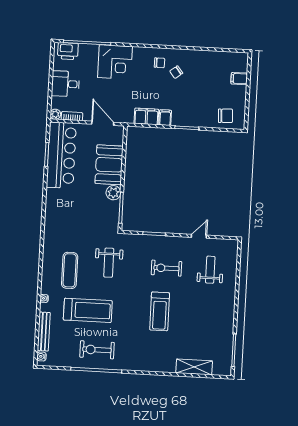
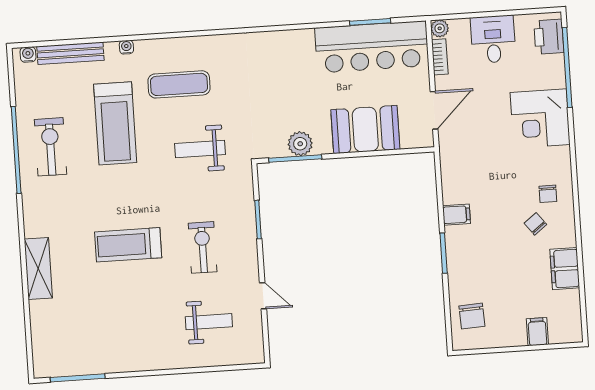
filing cabinet: (146, 116) -> (565, 269), moved, turned 180
plant: (113, 193) -> (300, 144), moved
shelving: (194, 367) -> (38, 268), moved

